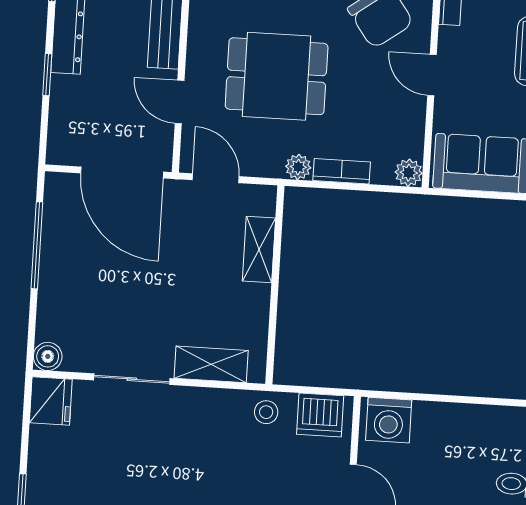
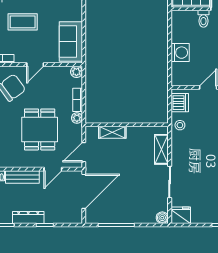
washing machine: (389, 420) -> (180, 53), moved

